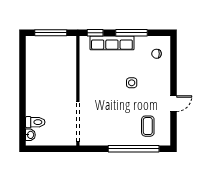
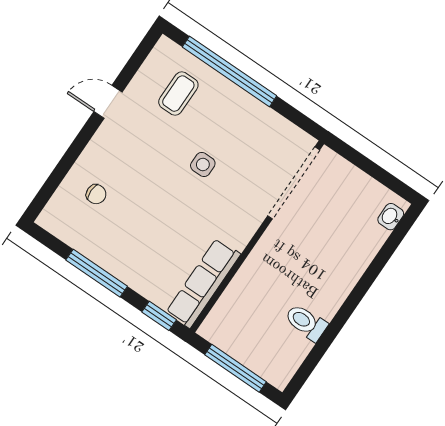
row of seats: (112, 43) -> (203, 283), moved, turned -90
chair: (157, 54) -> (96, 194), moved
side table: (132, 83) -> (203, 165), moved
toilet: (35, 122) -> (306, 322), moved

